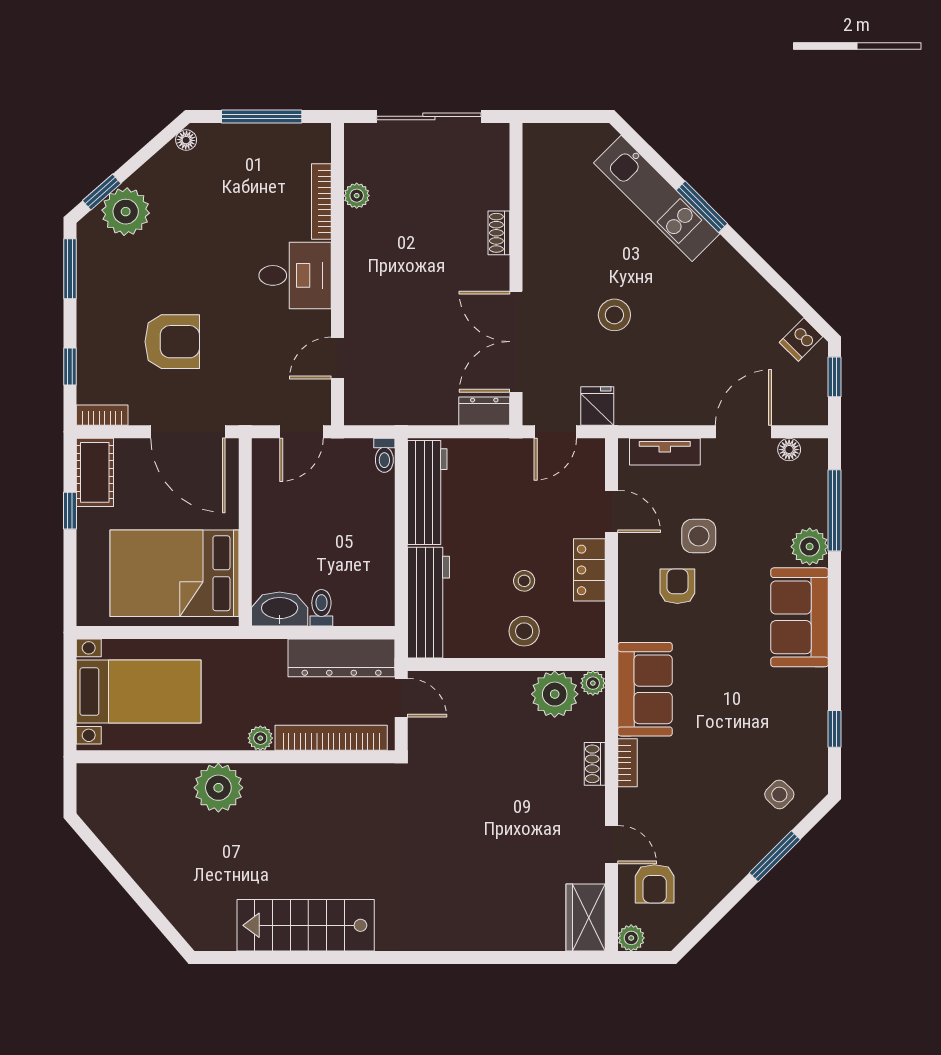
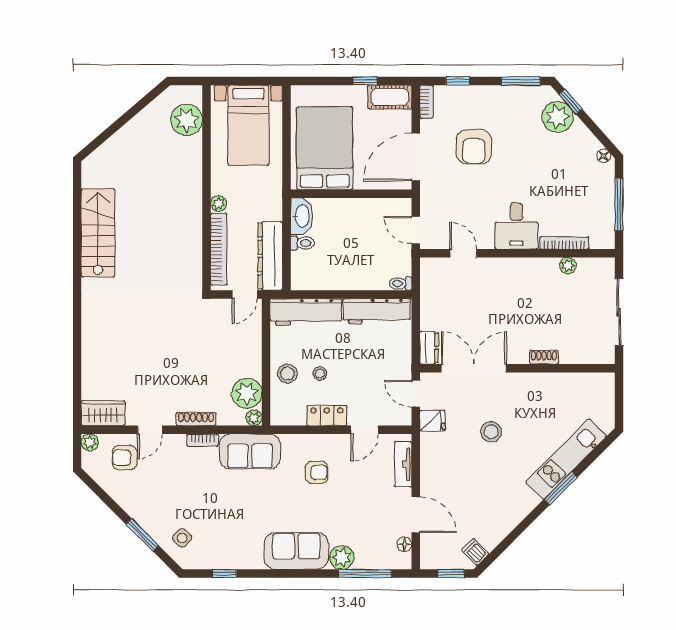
side table: (699, 536) -> (349, 486), removed
shoe rack: (595, 764) -> (196, 419), width x1.43
plant: (218, 788) -> (187, 120), moved

